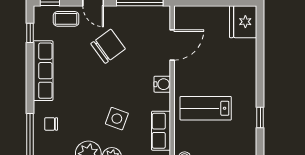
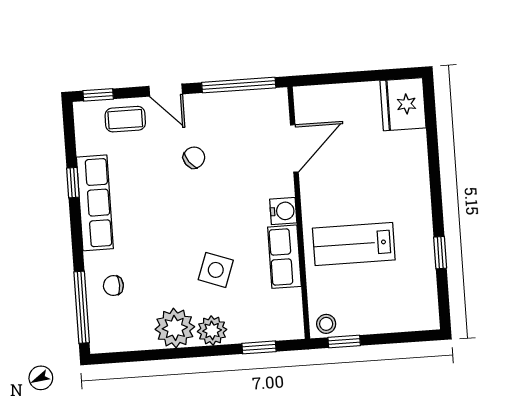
window: (30, 33) -> (73, 183), moved
chair: (108, 46) -> (194, 158), width x0.54, depth x0.54
row of seats: (161, 131) -> (284, 257), moved

